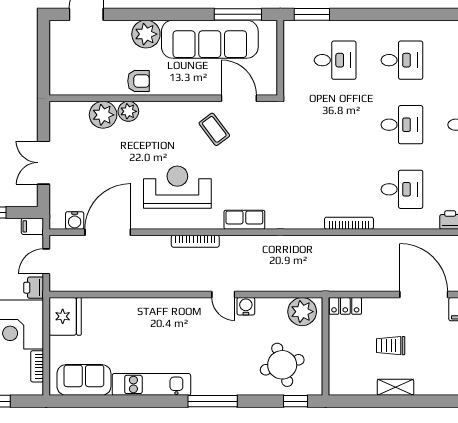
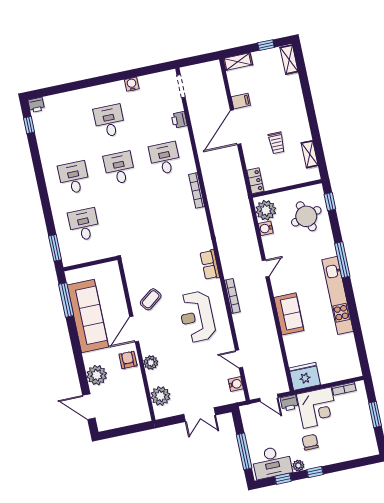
plant: (146, 34) -> (97, 375), moved
door: (239, 98) -> (134, 329), moved
plant: (103, 115) -> (160, 396), moved
filing cabinet: (32, 226) -> (246, 413), removed
door: (108, 232) -> (239, 359), width x0.53
water cooler: (246, 306) -> (266, 228), moved
sofa: (84, 380) -> (289, 314), moved, turned 180
kitchen unit: (151, 384) -> (338, 295), width x1.36
shelving: (395, 387) -> (310, 154), moved

